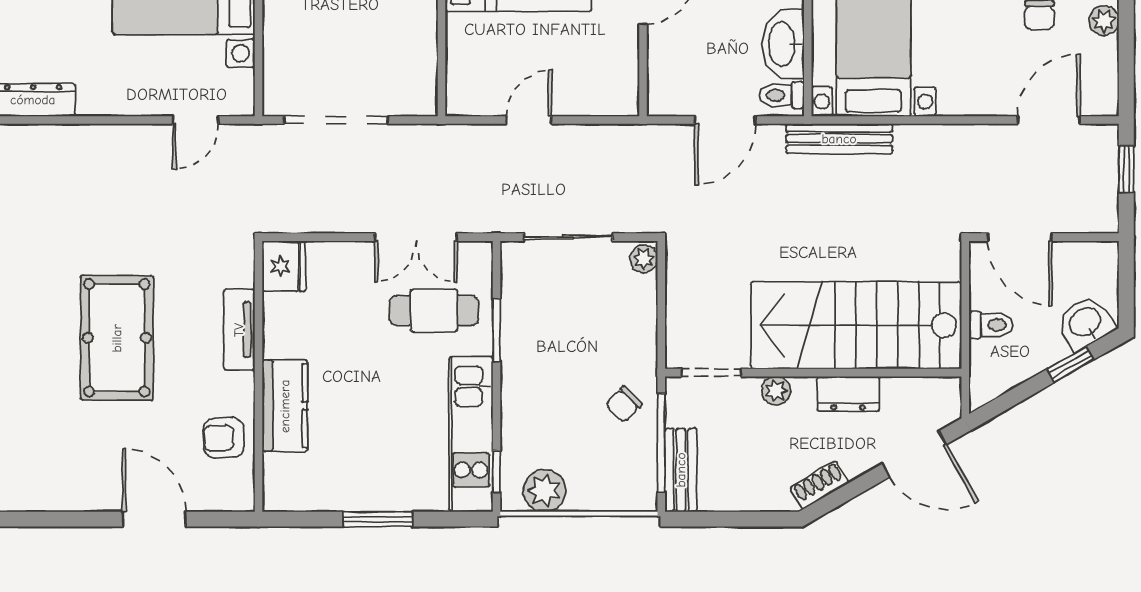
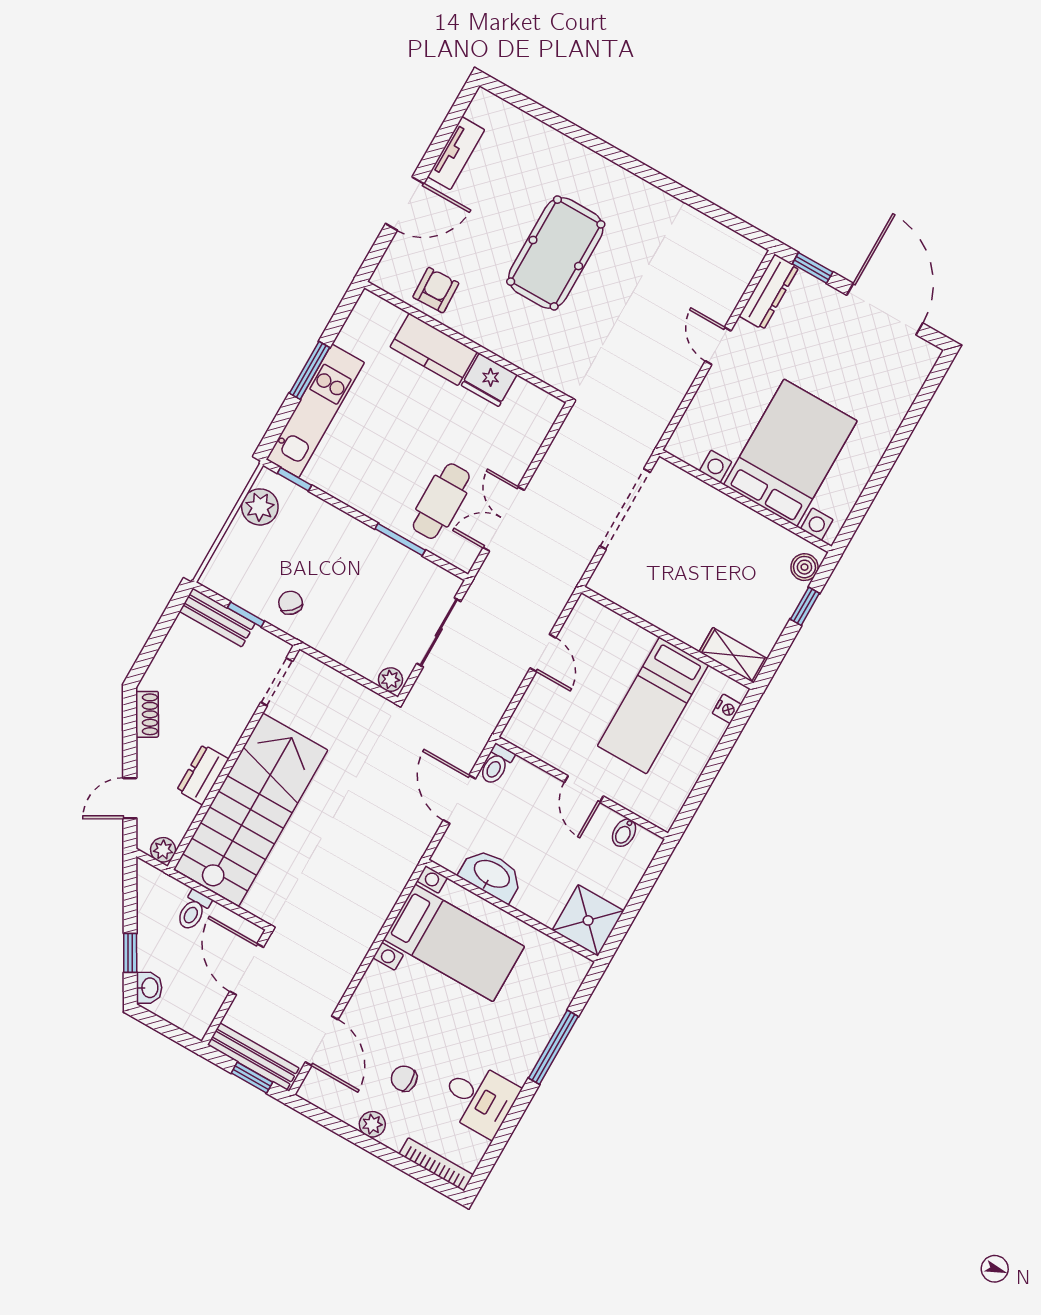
toilet: (782, 95) -> (496, 765), moved, turned 180
door: (195, 120) -> (718, 346), moved
bench: (839, 139) -> (253, 1056), moved, turned 90
door: (1020, 237) -> (247, 969), hinge flipped
fridge: (284, 266) -> (489, 380), moved
washbasin: (1085, 323) -> (149, 988), width x0.72, depth x0.69
tv unit: (239, 330) -> (456, 153), moved, turned 90
pool table: (117, 338) -> (556, 253), turned 90
plant: (776, 391) -> (163, 850), moved
kitchen unit: (471, 434) -> (315, 411), moved, turned 90
window: (661, 443) -> (246, 614), width x0.46
door: (914, 454) -> (130, 798), width x0.73

